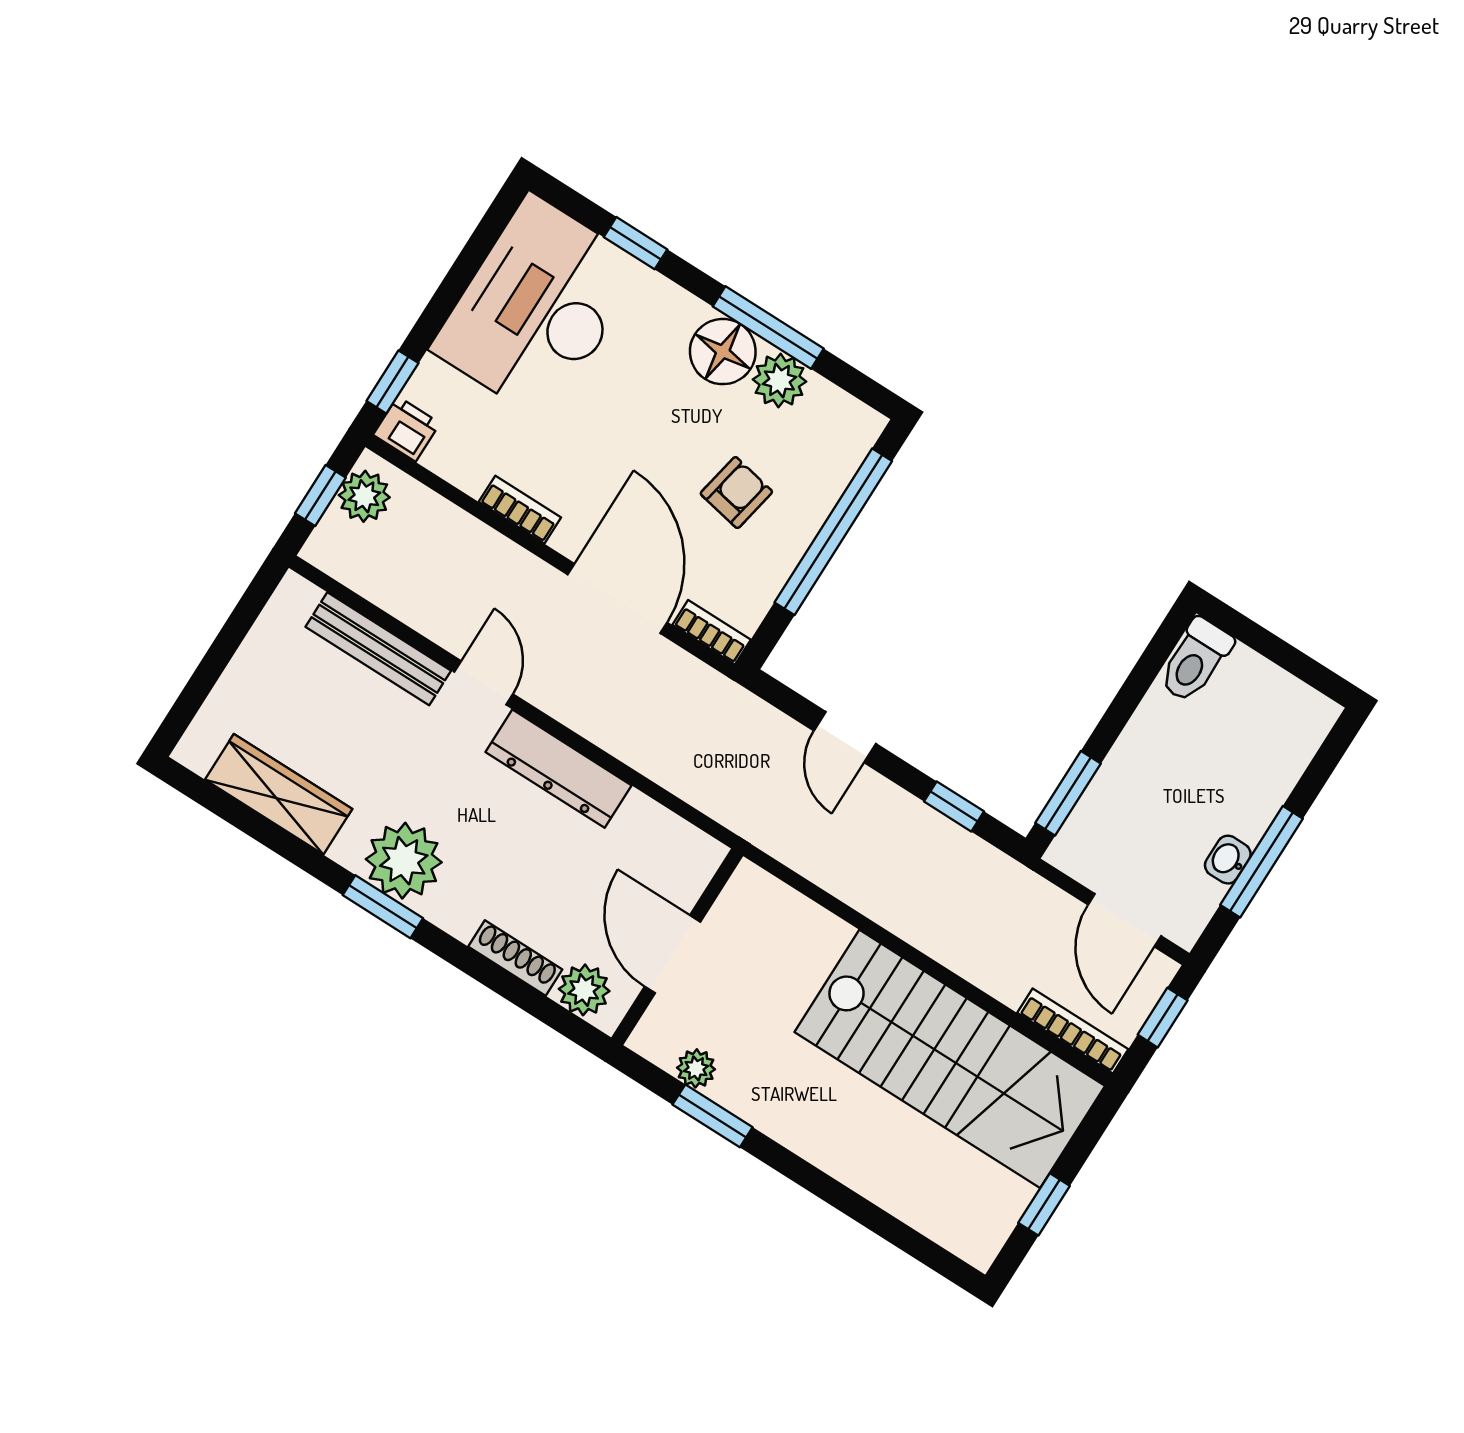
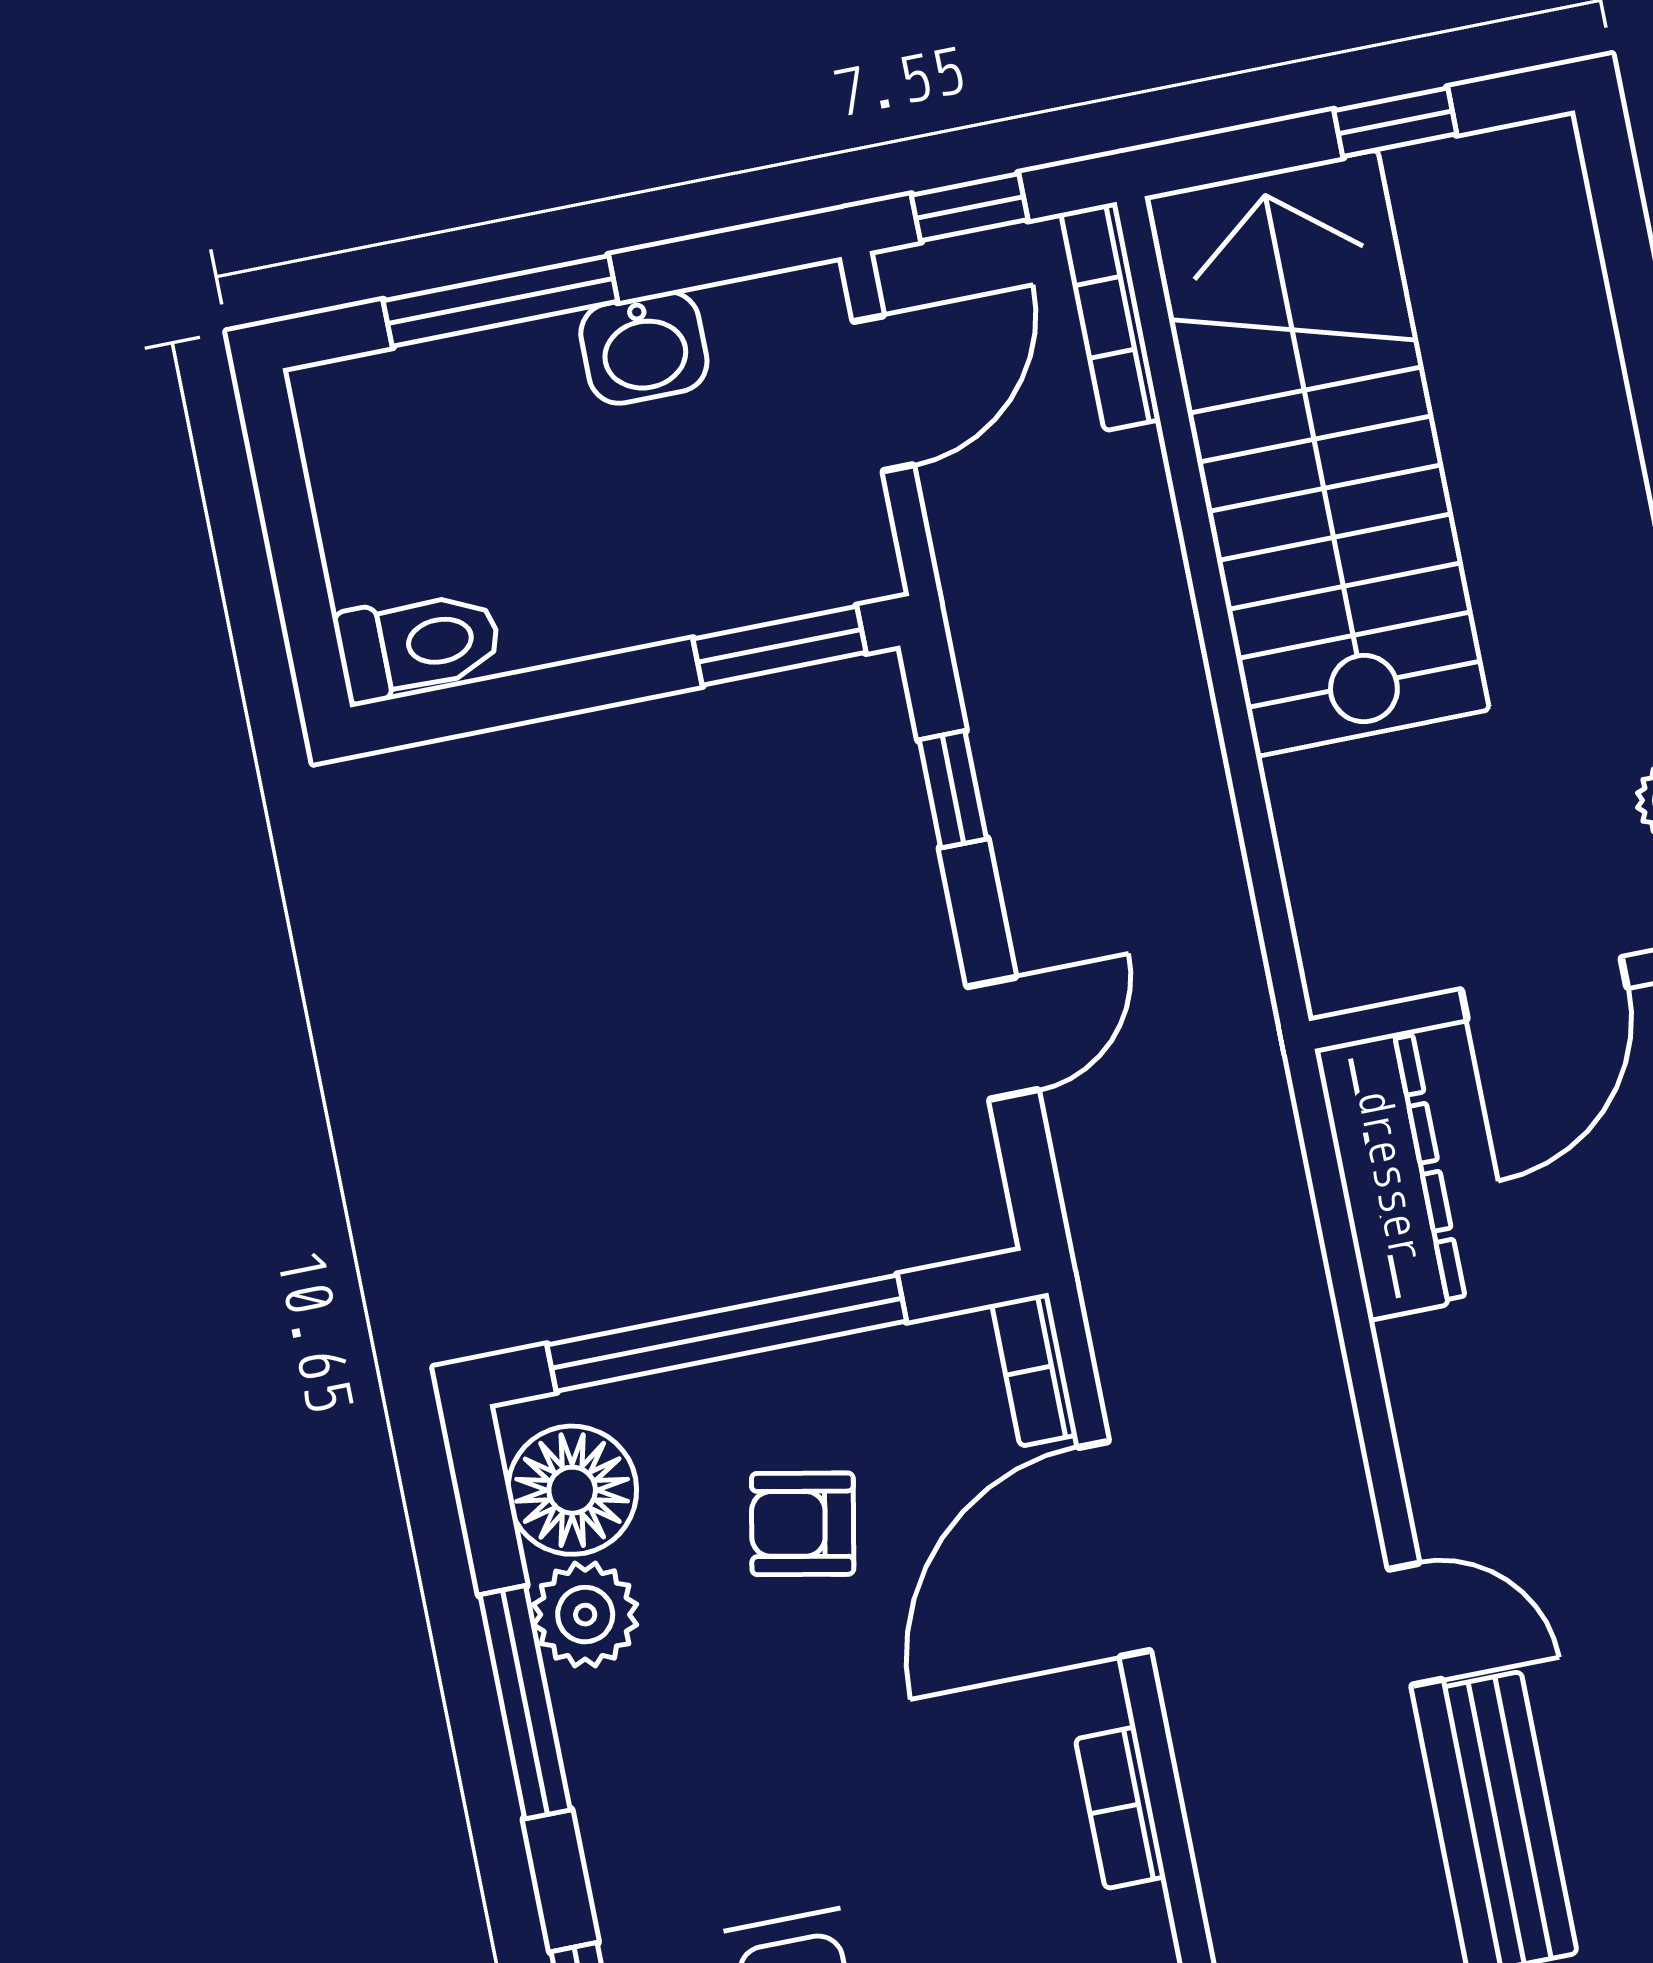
floor lamp: (723, 352) -> (572, 1490), moved
door: (484, 683) -> (1415, 1624), swing flipped
dresser: (558, 769) -> (1390, 1175), moved
washbasin: (1228, 860) -> (644, 348), width x1.38, depth x1.45
window: (1261, 862) -> (500, 301), moved

